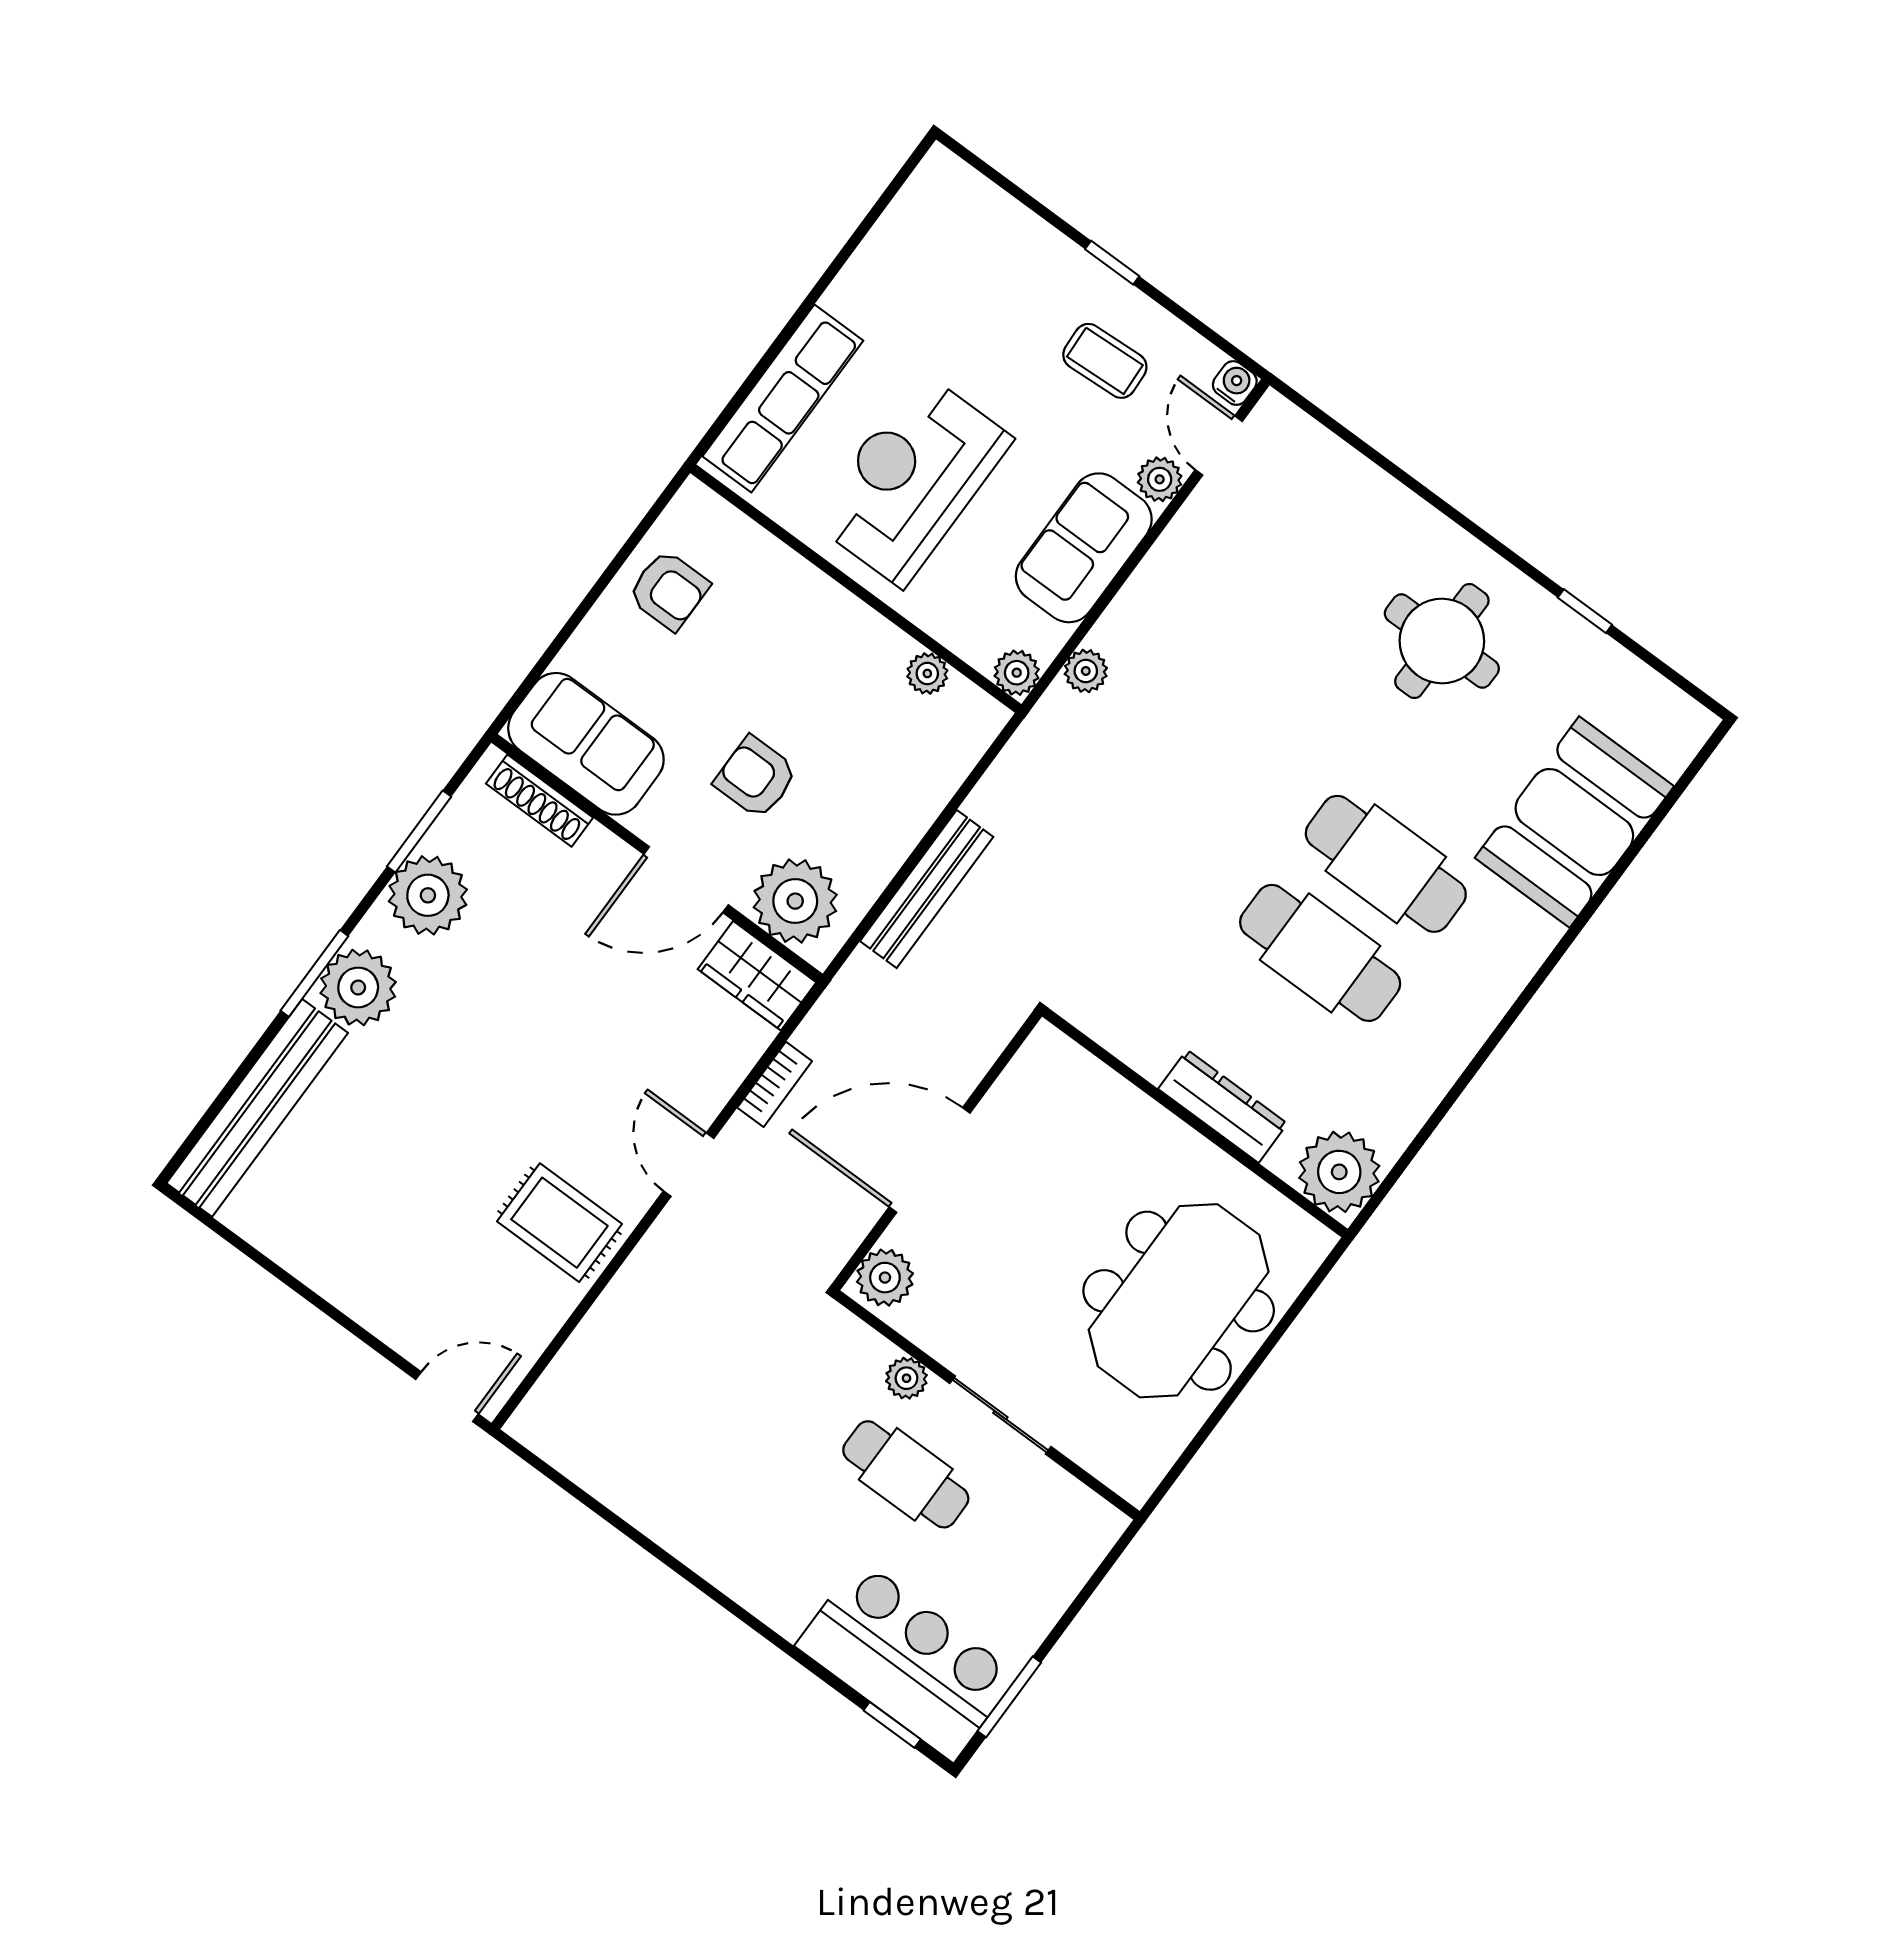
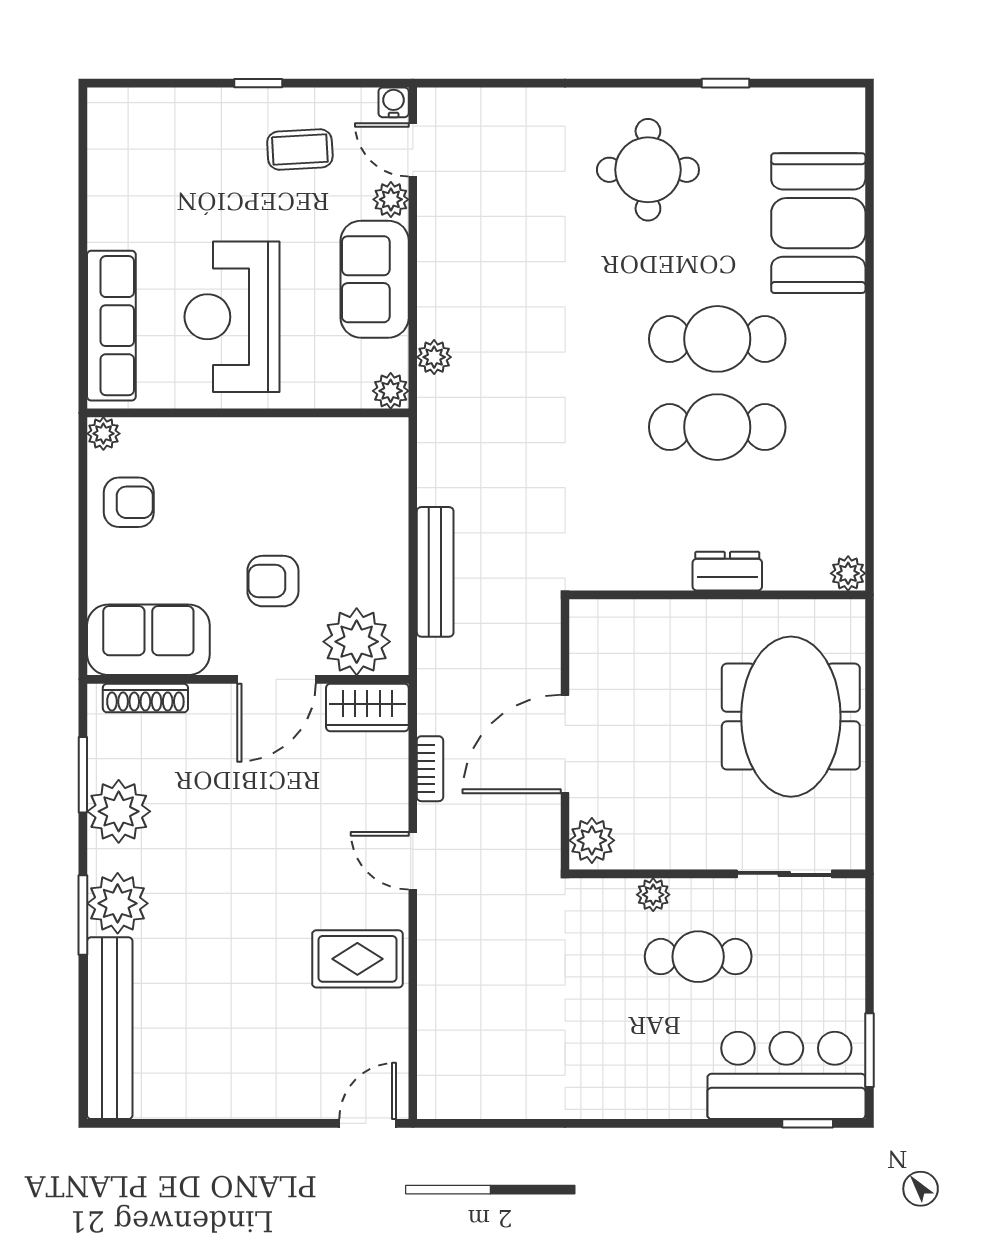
plant: (927, 674) -> (103, 434), moved
dresser: (1223, 1106) -> (727, 571), width x0.70
plant: (1339, 1172) -> (848, 573), width x0.53, depth x0.53
sliding door: (1000, 1415) -> (784, 874), moved

